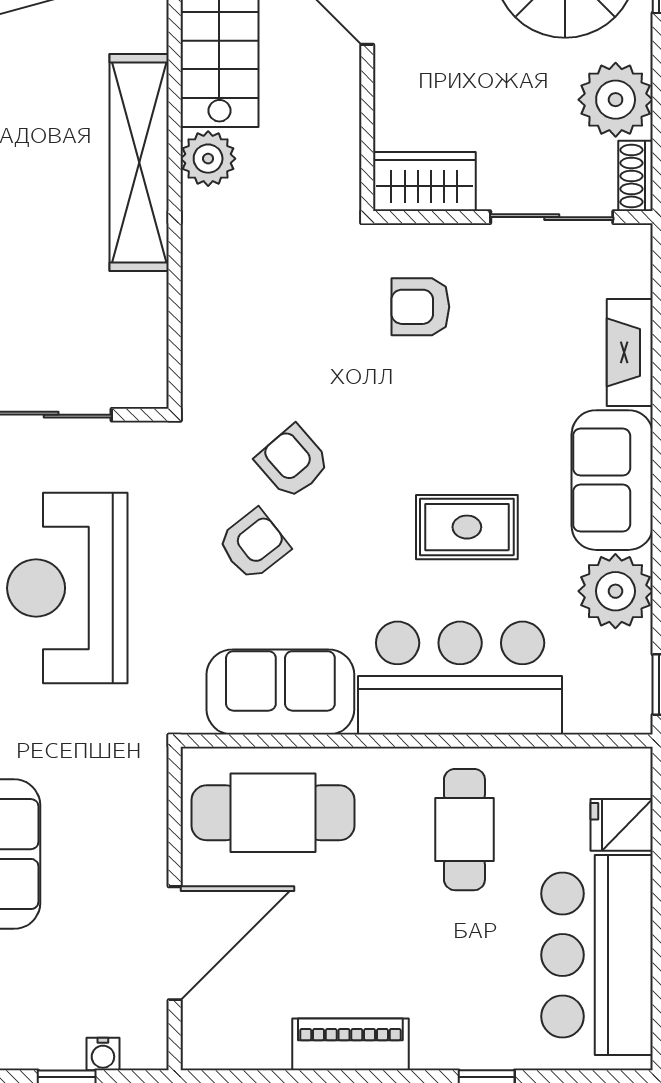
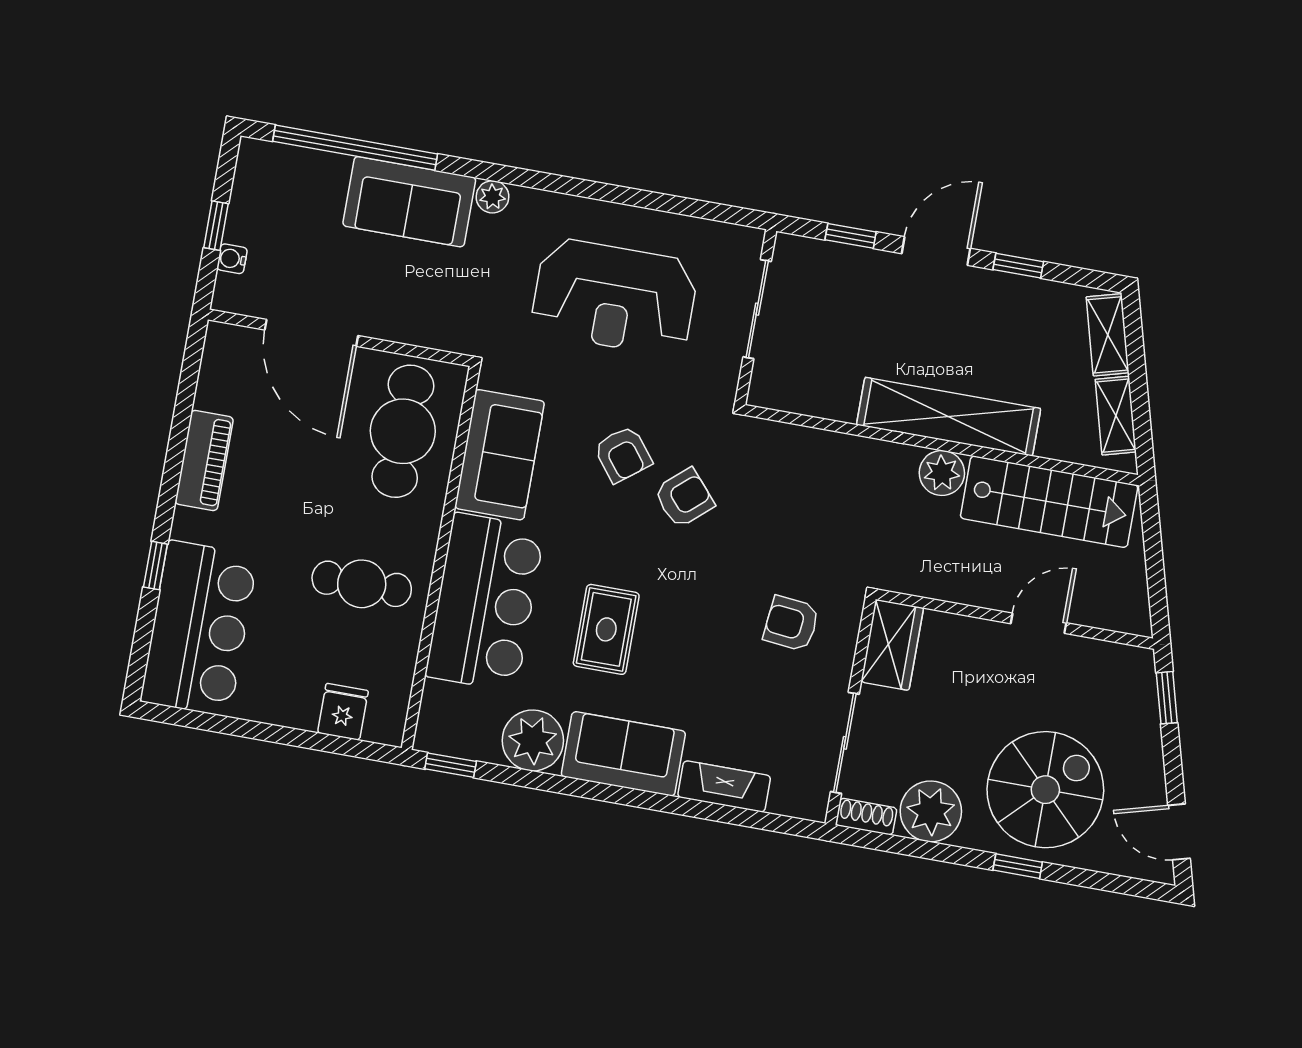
armchair: (420, 307) -> (791, 624), turned -84
reception desk: (67, 588) -> (614, 297), turned 180
bar counter: (597, 955) -> (199, 628), moved, turned 90

